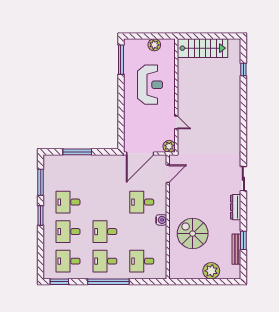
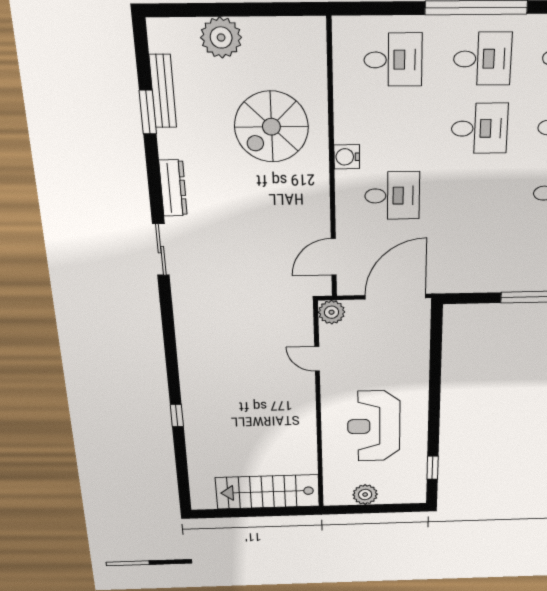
window: (121, 60) -> (433, 468), width x0.46
window: (243, 69) -> (177, 415), moved
spiral stairs: (193, 234) -> (271, 127), turned 90

